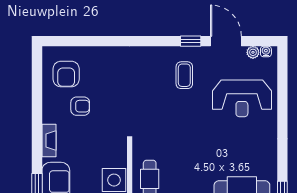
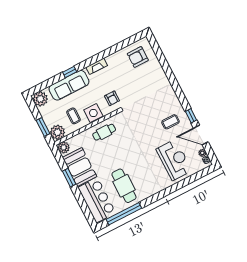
door: (226, 41) -> (201, 135), swing flipped
reception desk: (242, 98) -> (174, 160), turned 180
armchair: (80, 106) -> (112, 98), moved

